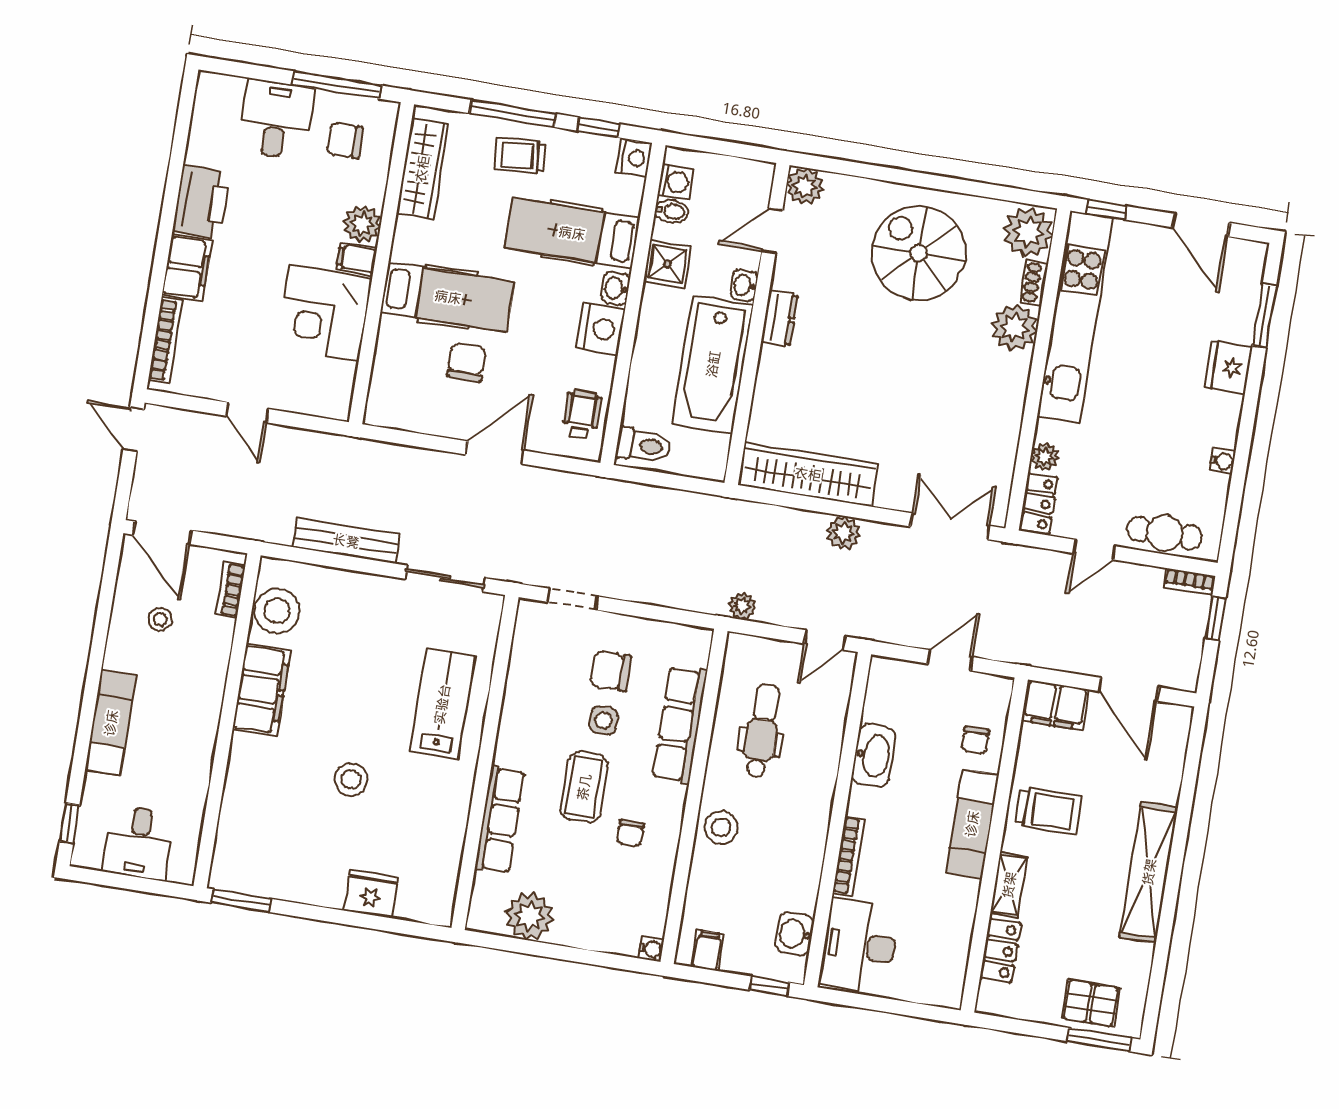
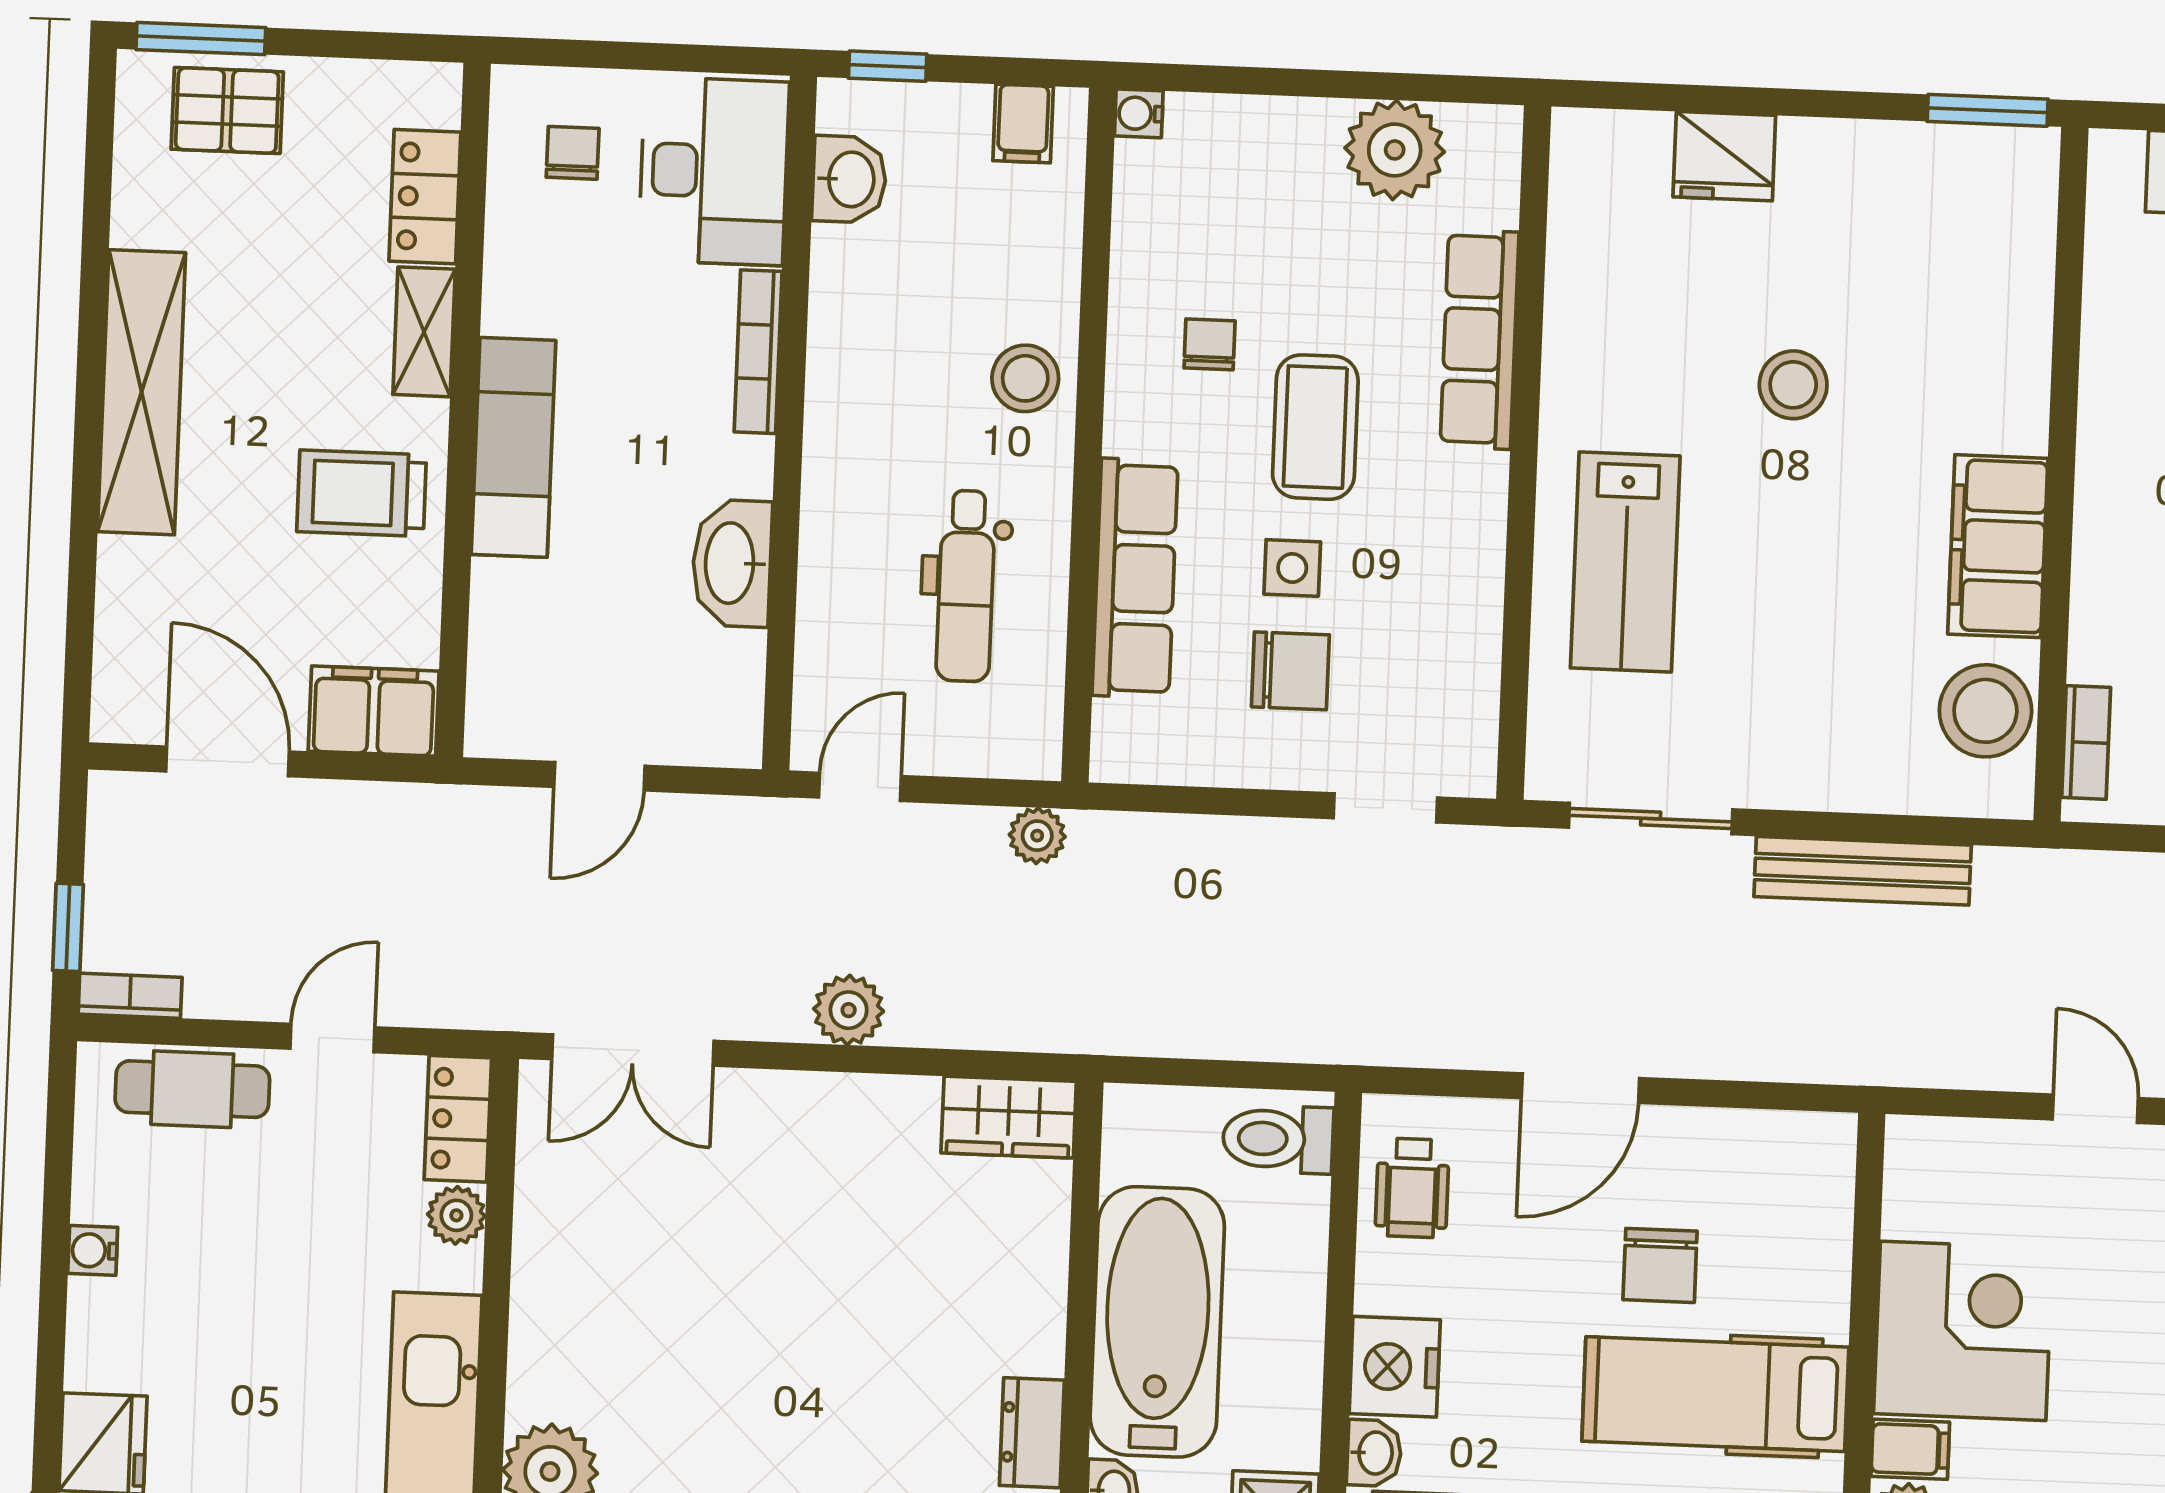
wardrobe: (808, 474) -> (1009, 1117), width x0.48, depth x0.85
chair: (975, 740) -> (573, 153), moved

